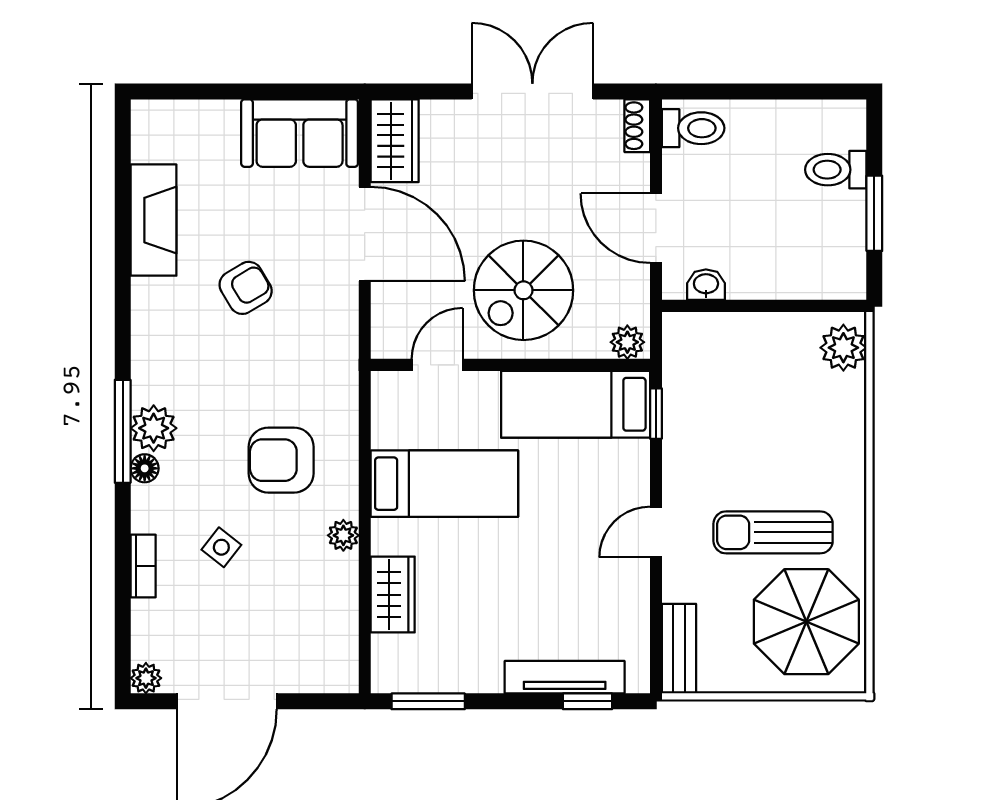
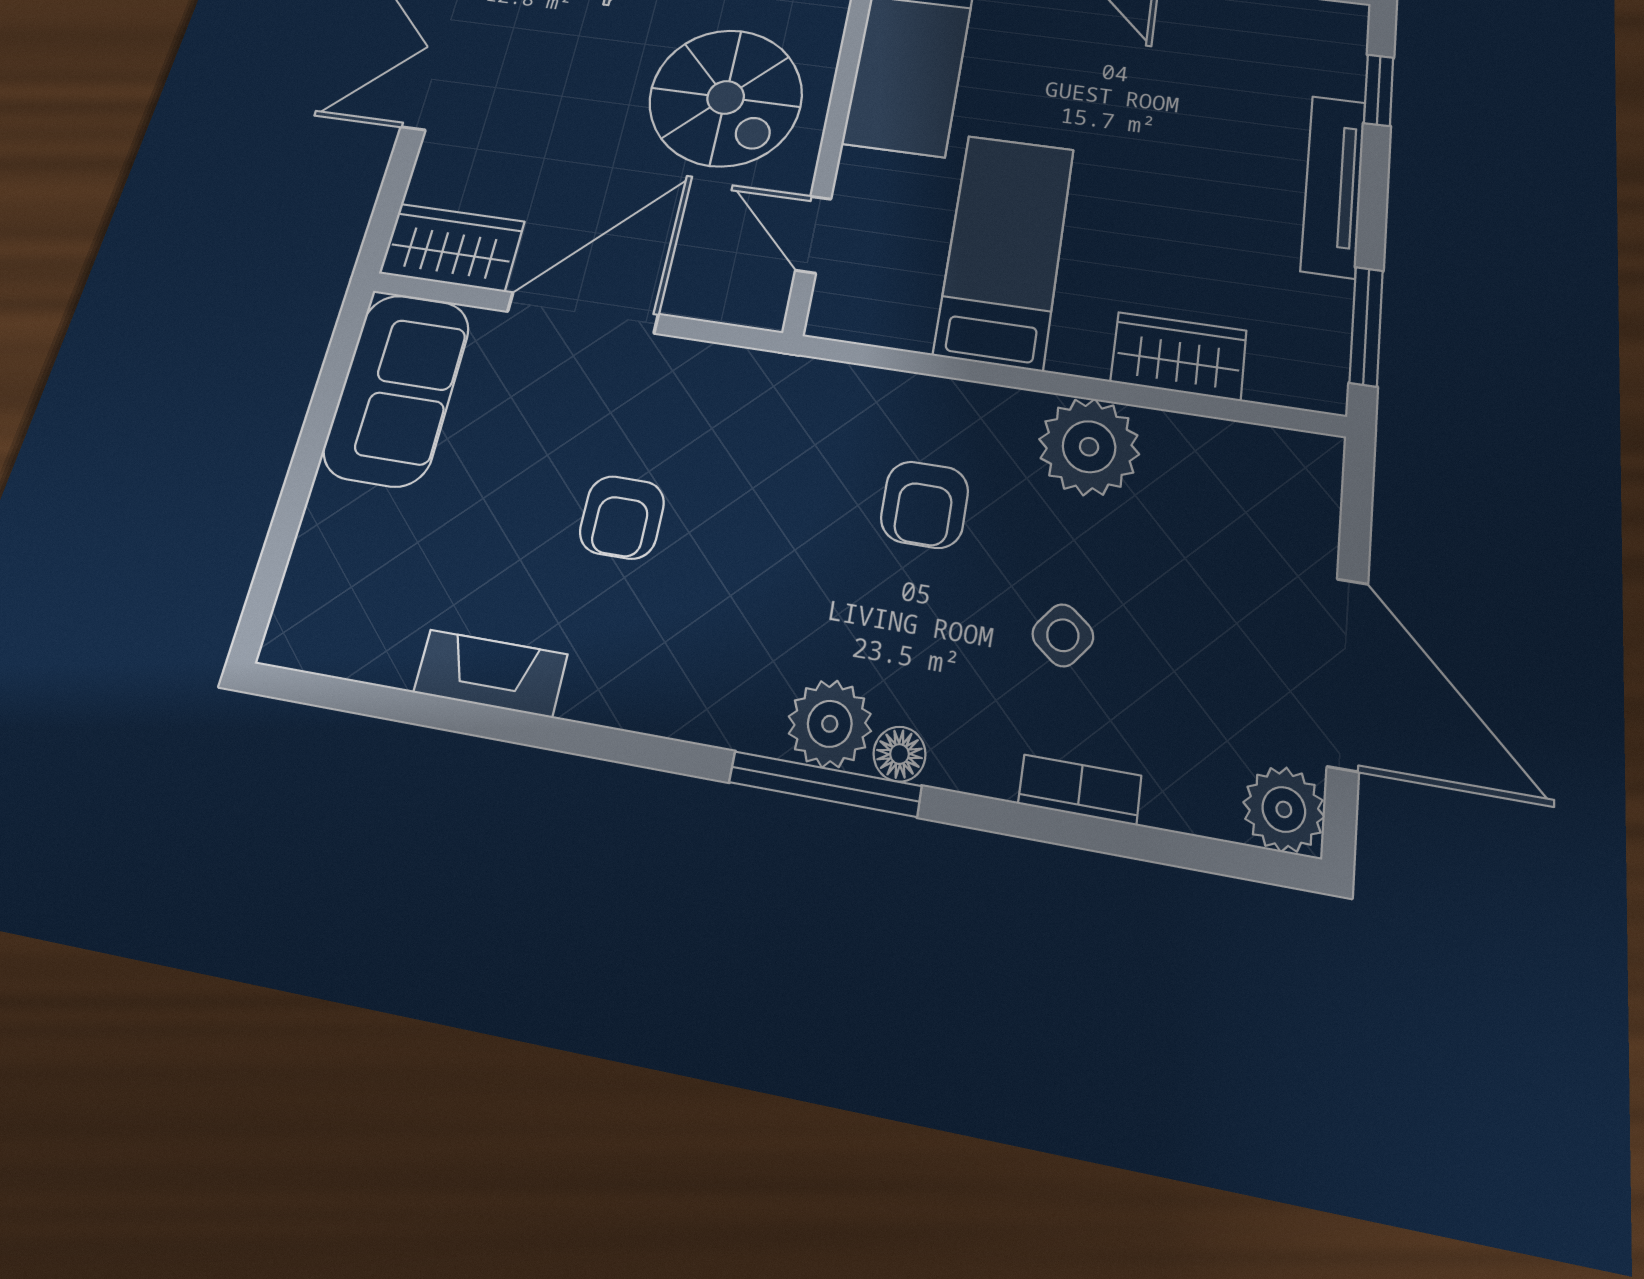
fireplace: (154, 220) -> (491, 673), width x0.73, depth x0.76
armchair: (246, 288) -> (622, 517), turned -149
armchair: (281, 460) -> (925, 505), width x0.72, depth x0.72
plant: (343, 535) -> (1089, 447), width x1.88, depth x1.88
tv unit: (565, 677) -> (1333, 186), moved
plant: (146, 678) -> (1284, 809), width x1.38, depth x1.38

